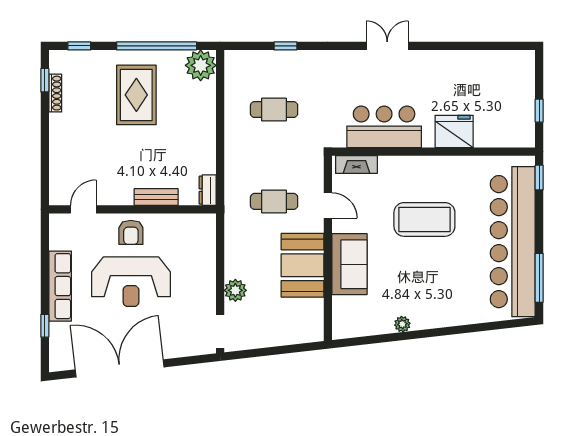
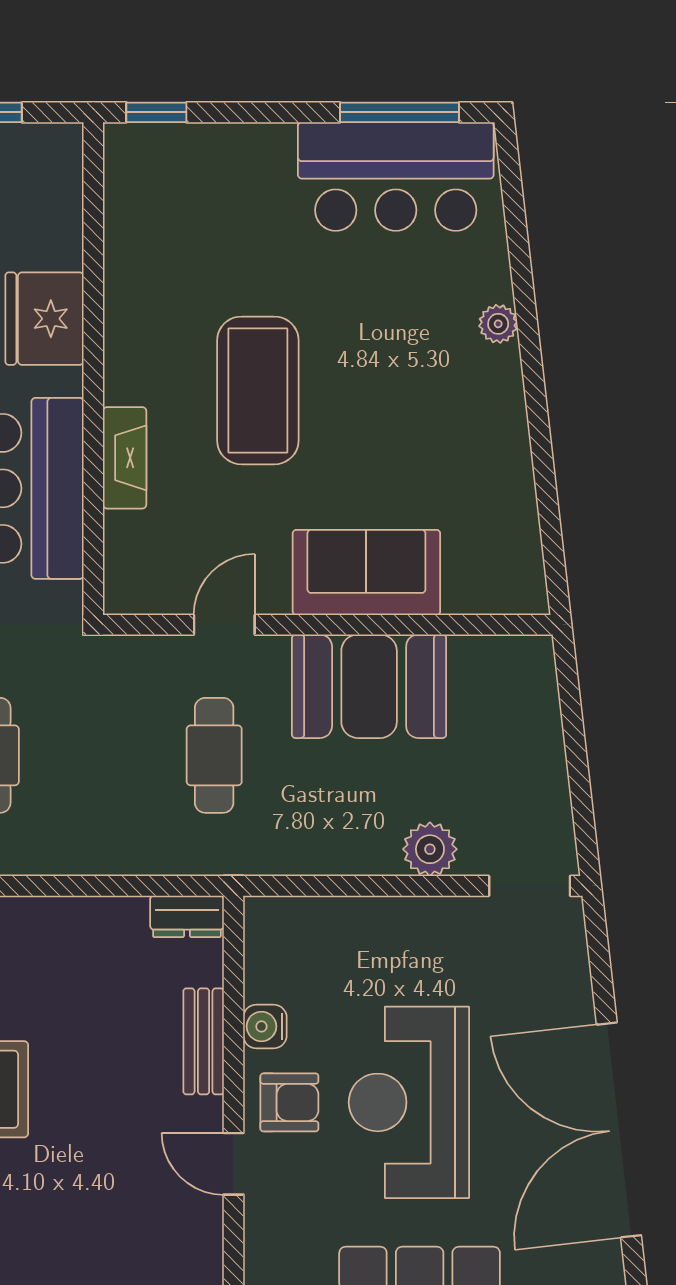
fireplace: (356, 164) -> (125, 458), moved
door: (83, 209) -> (233, 1164), moved
water cooler: (162, 222) -> (265, 1026), added
bar counter: (513, 242) -> (396, 176), width x0.54
reception desk: (131, 282) -> (409, 1102), turned 180
plant: (402, 324) -> (498, 324), moved

